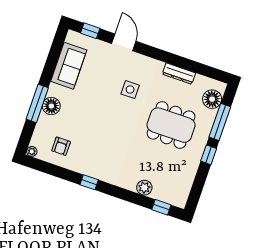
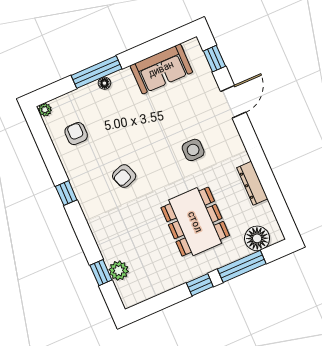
floor lamp: (51, 106) -> (104, 83), width x0.53, depth x0.53
armchair: (109, 141) -> (124, 176), added
armchair: (61, 146) -> (76, 134), turned 90
plant: (144, 188) -> (119, 271), moved
window: (161, 207) -> (101, 273), moved

